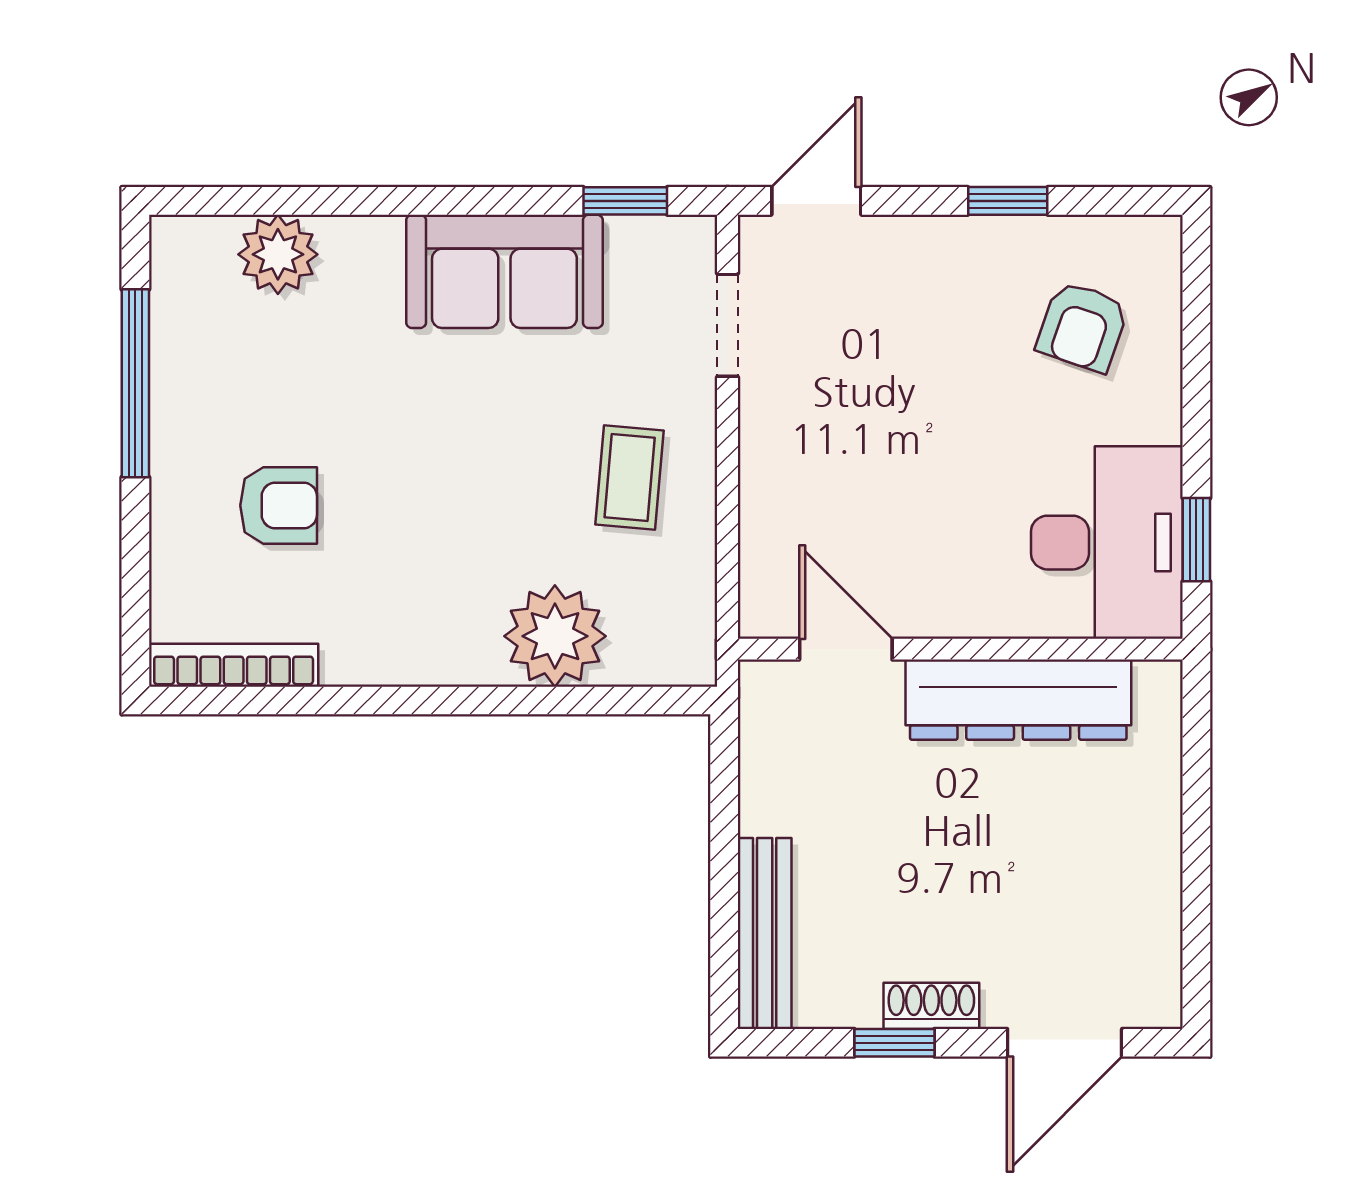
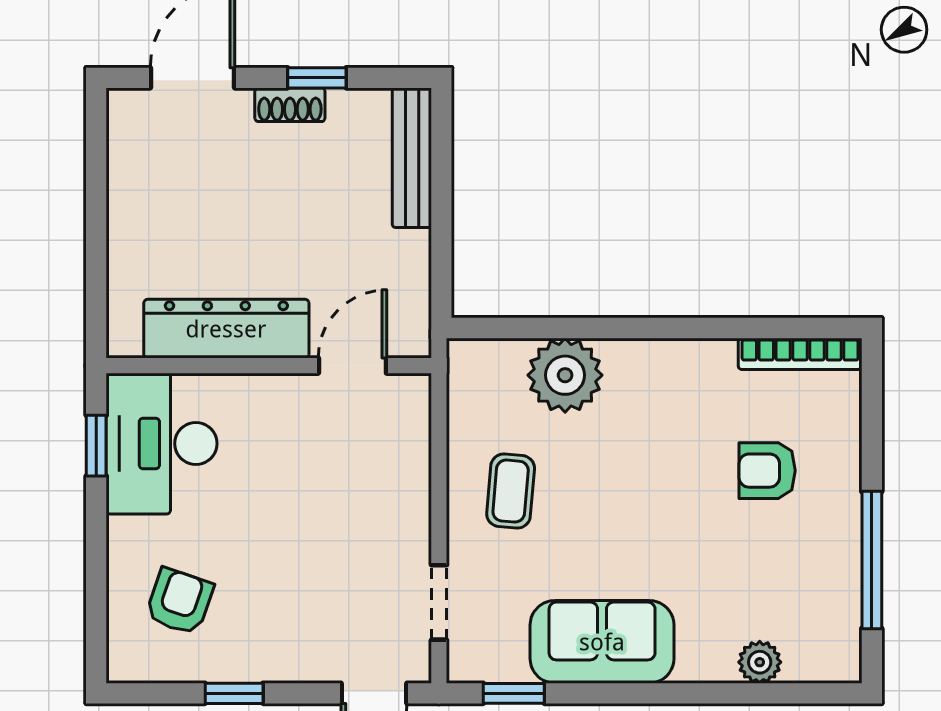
plant: (278, 254) -> (760, 662), width x0.73, depth x0.73
door: (846, 649) -> (352, 366), swing flipped

